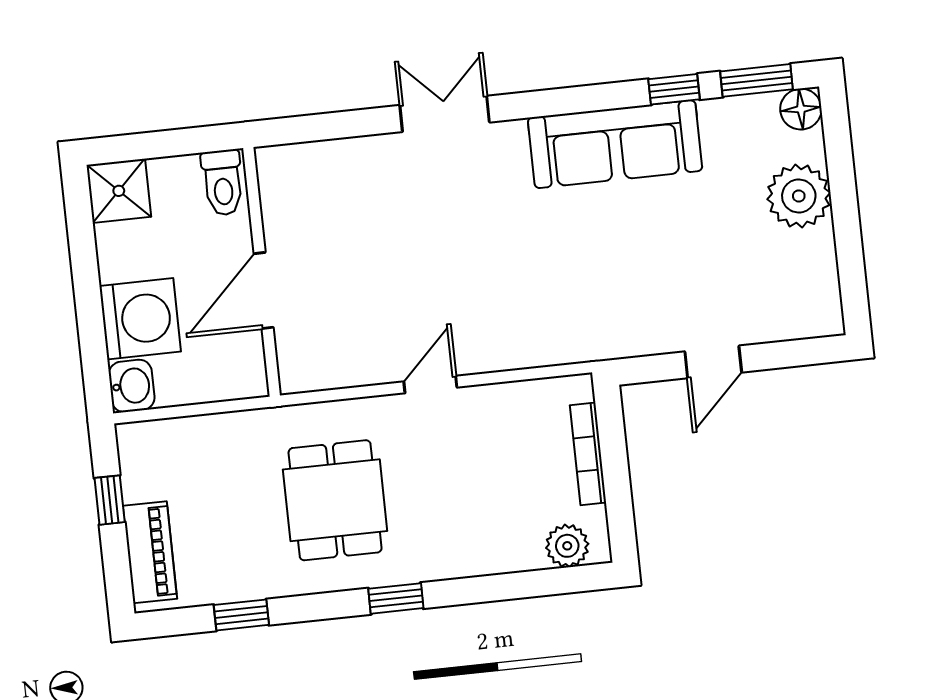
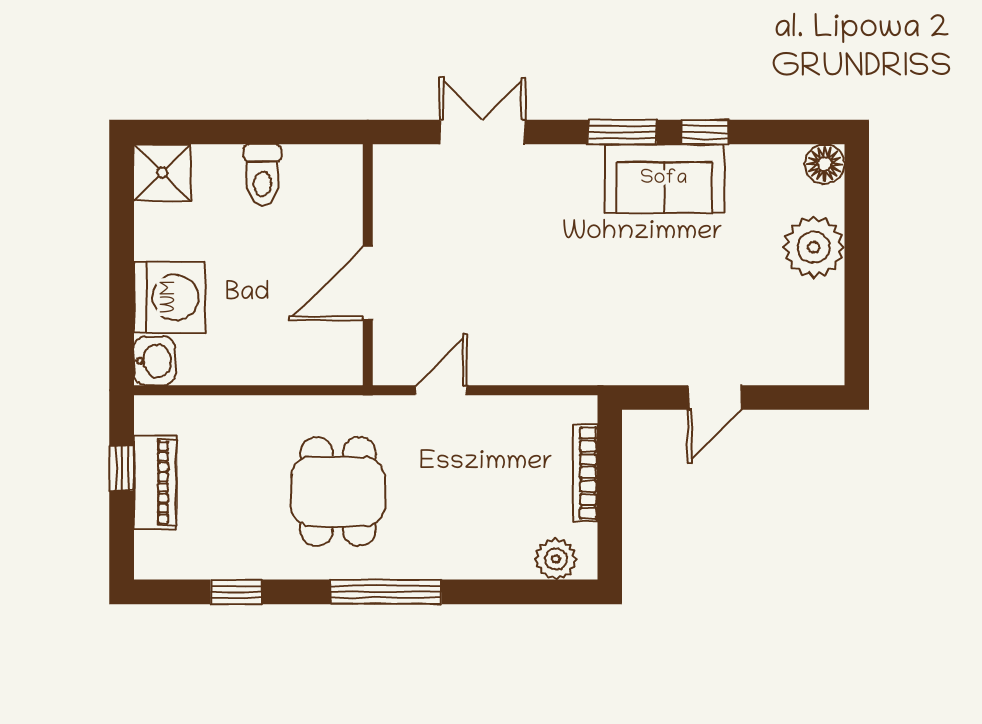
window: (756, 80) -> (623, 132), moved
sofa: (615, 144) -> (664, 179), width x0.73
wall: (262, 272) -> (368, 265), moved
door: (264, 290) -> (368, 283), moved
piano: (150, 552) -> (155, 482), moved
window: (396, 598) -> (386, 592), width x2.17

